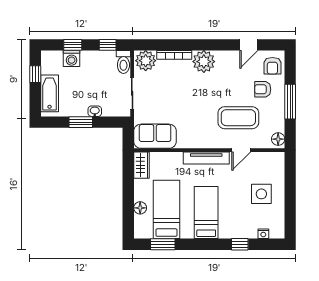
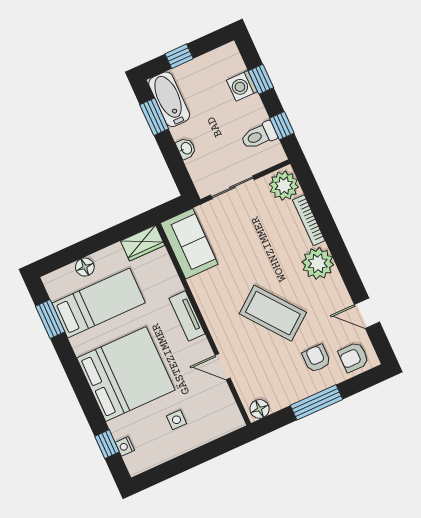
toilet: (123, 62) -> (259, 136), moved
window: (35, 74) -> (179, 56), moved
bathtub: (50, 93) -> (169, 99), moved, turned -90
coffee table: (238, 118) -> (273, 313), moved, turned -38
window: (81, 122) -> (154, 117), moved
tv unit: (206, 158) -> (187, 316), width x0.71
side table: (261, 194) -> (176, 420), width x0.54, depth x0.54
bed: (206, 213) -> (126, 374), width x2.04
window: (240, 244) -> (107, 444), moved

